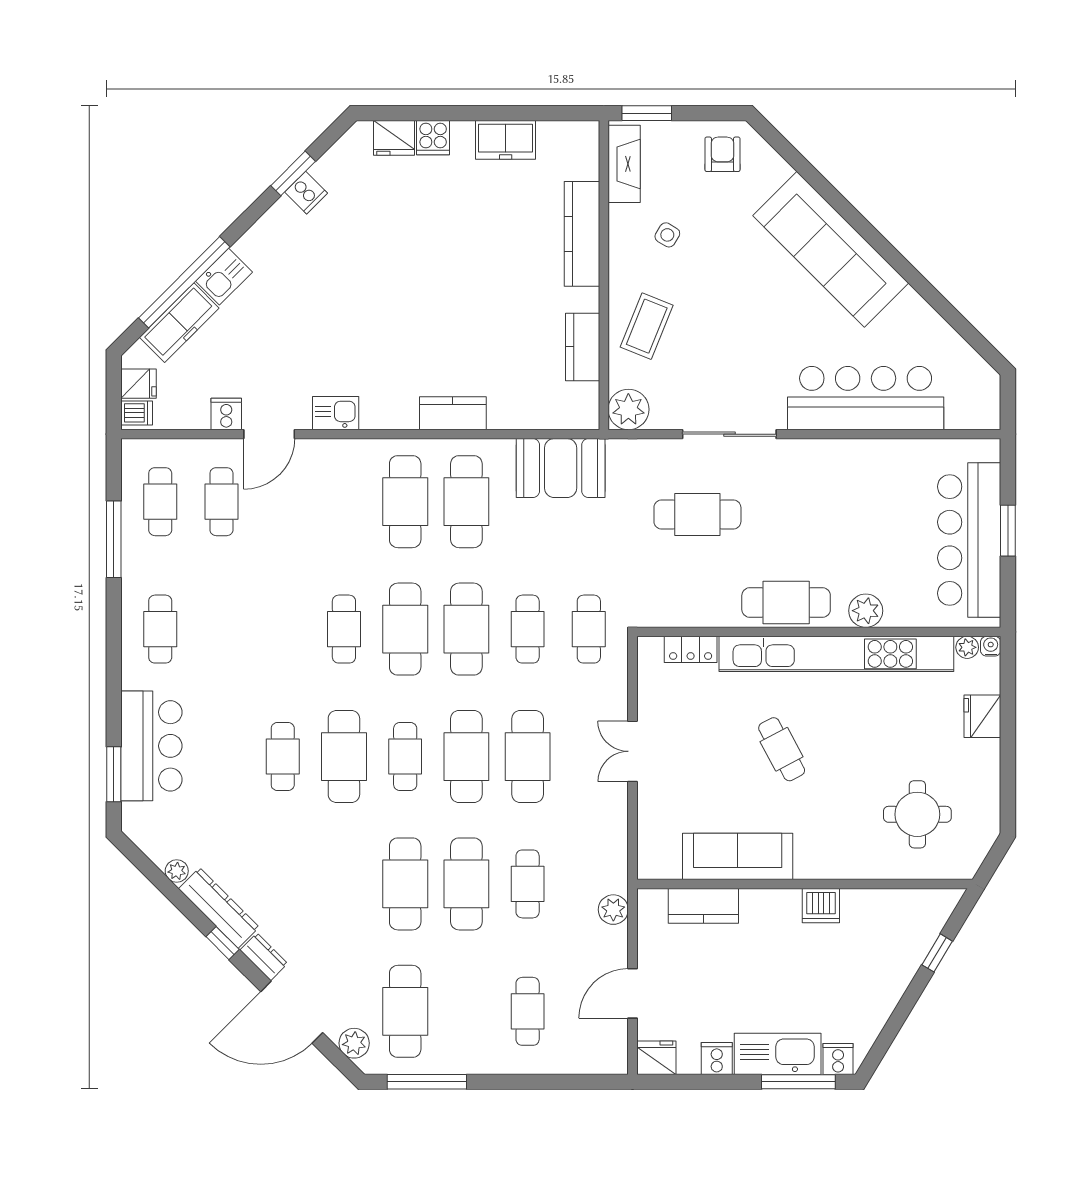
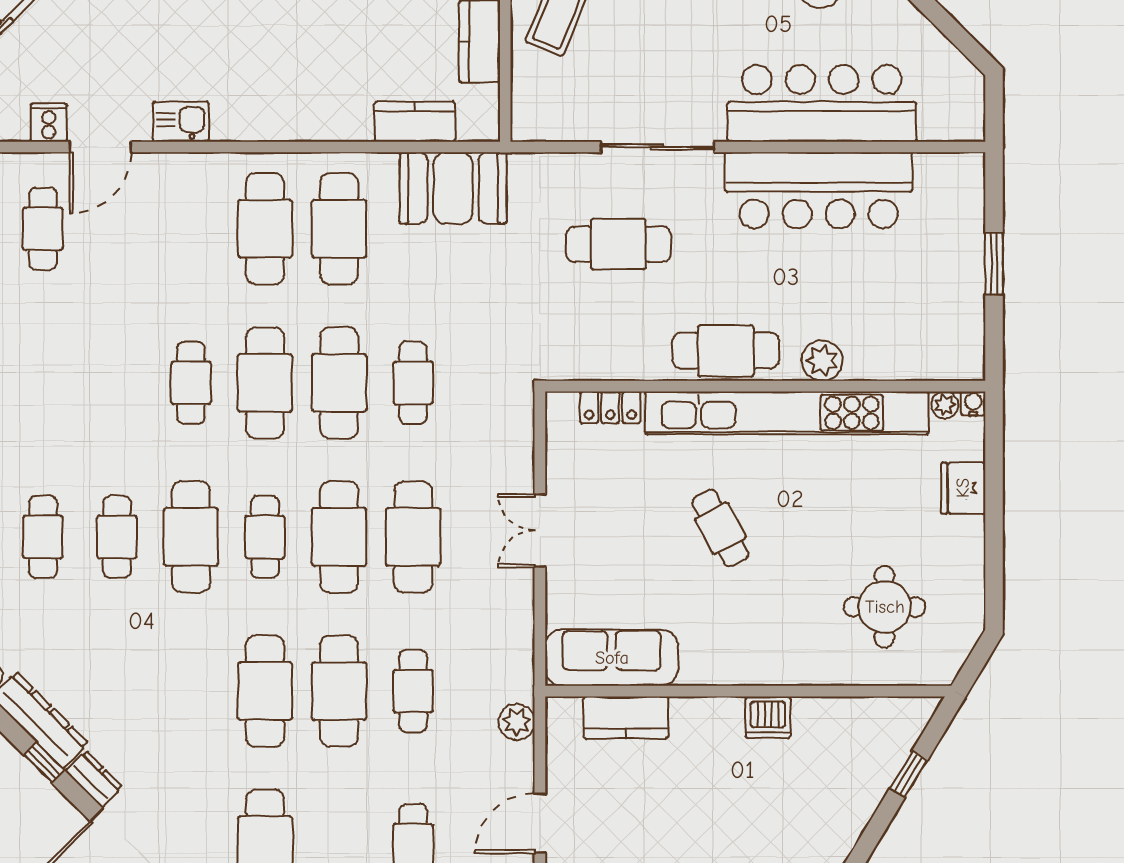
plant: (628, 409) -> (535, 117), removed
kitchen counter: (453, 413) -> (415, 122), moved
bar counter: (969, 540) -> (819, 190), moved, turned -90
cafe table: (589, 629) -> (43, 537), moved
sofa: (738, 856) -> (612, 658), moved

